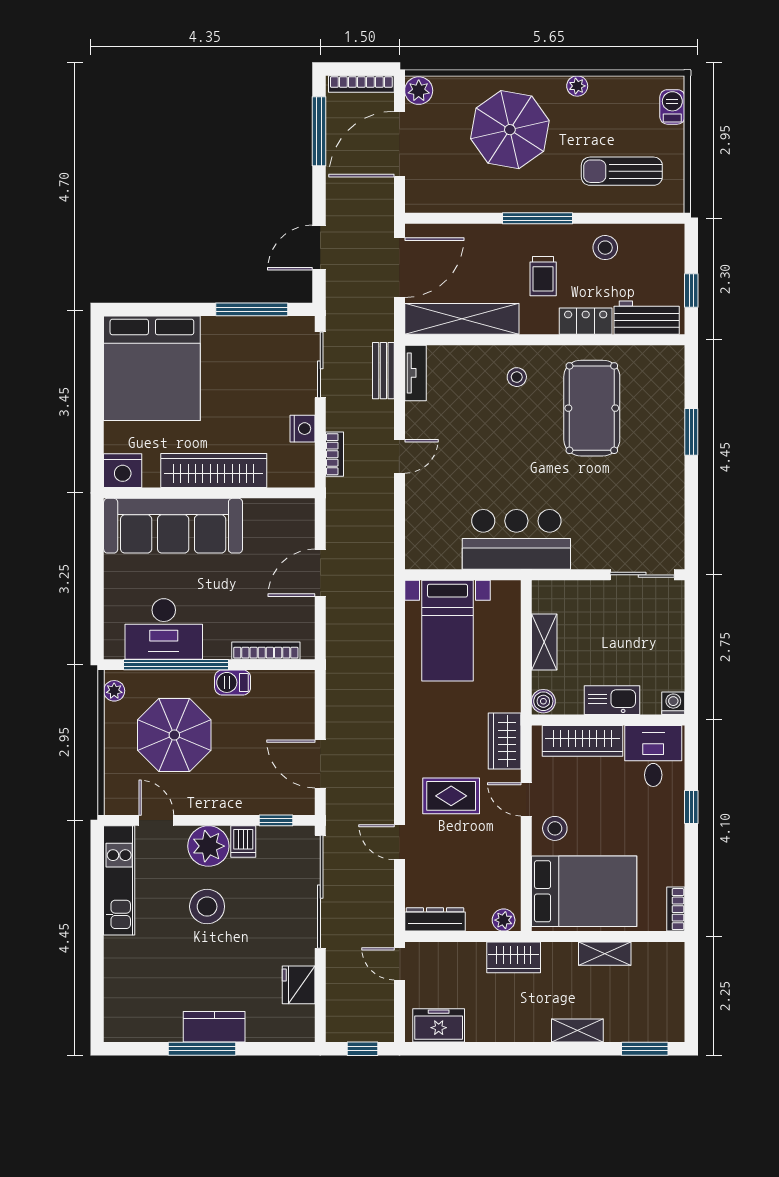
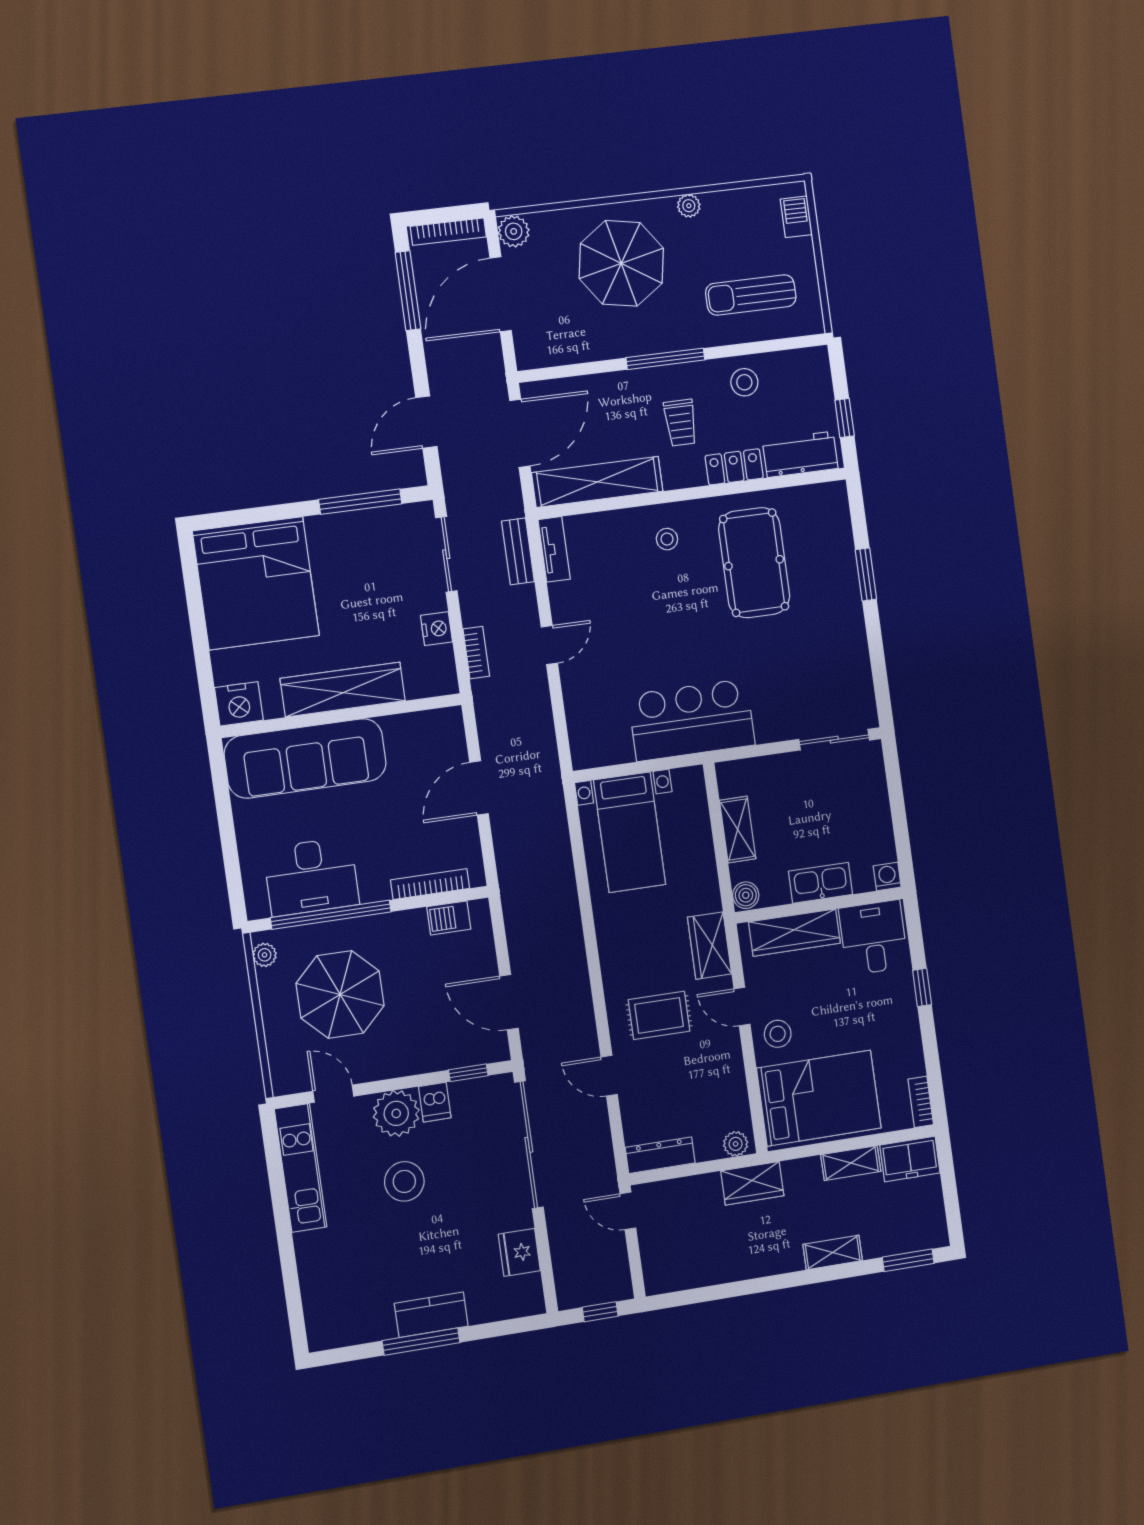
barbecue: (233, 682) -> (449, 918), moved
freezer: (439, 1025) -> (910, 1159), moved, turned 180

